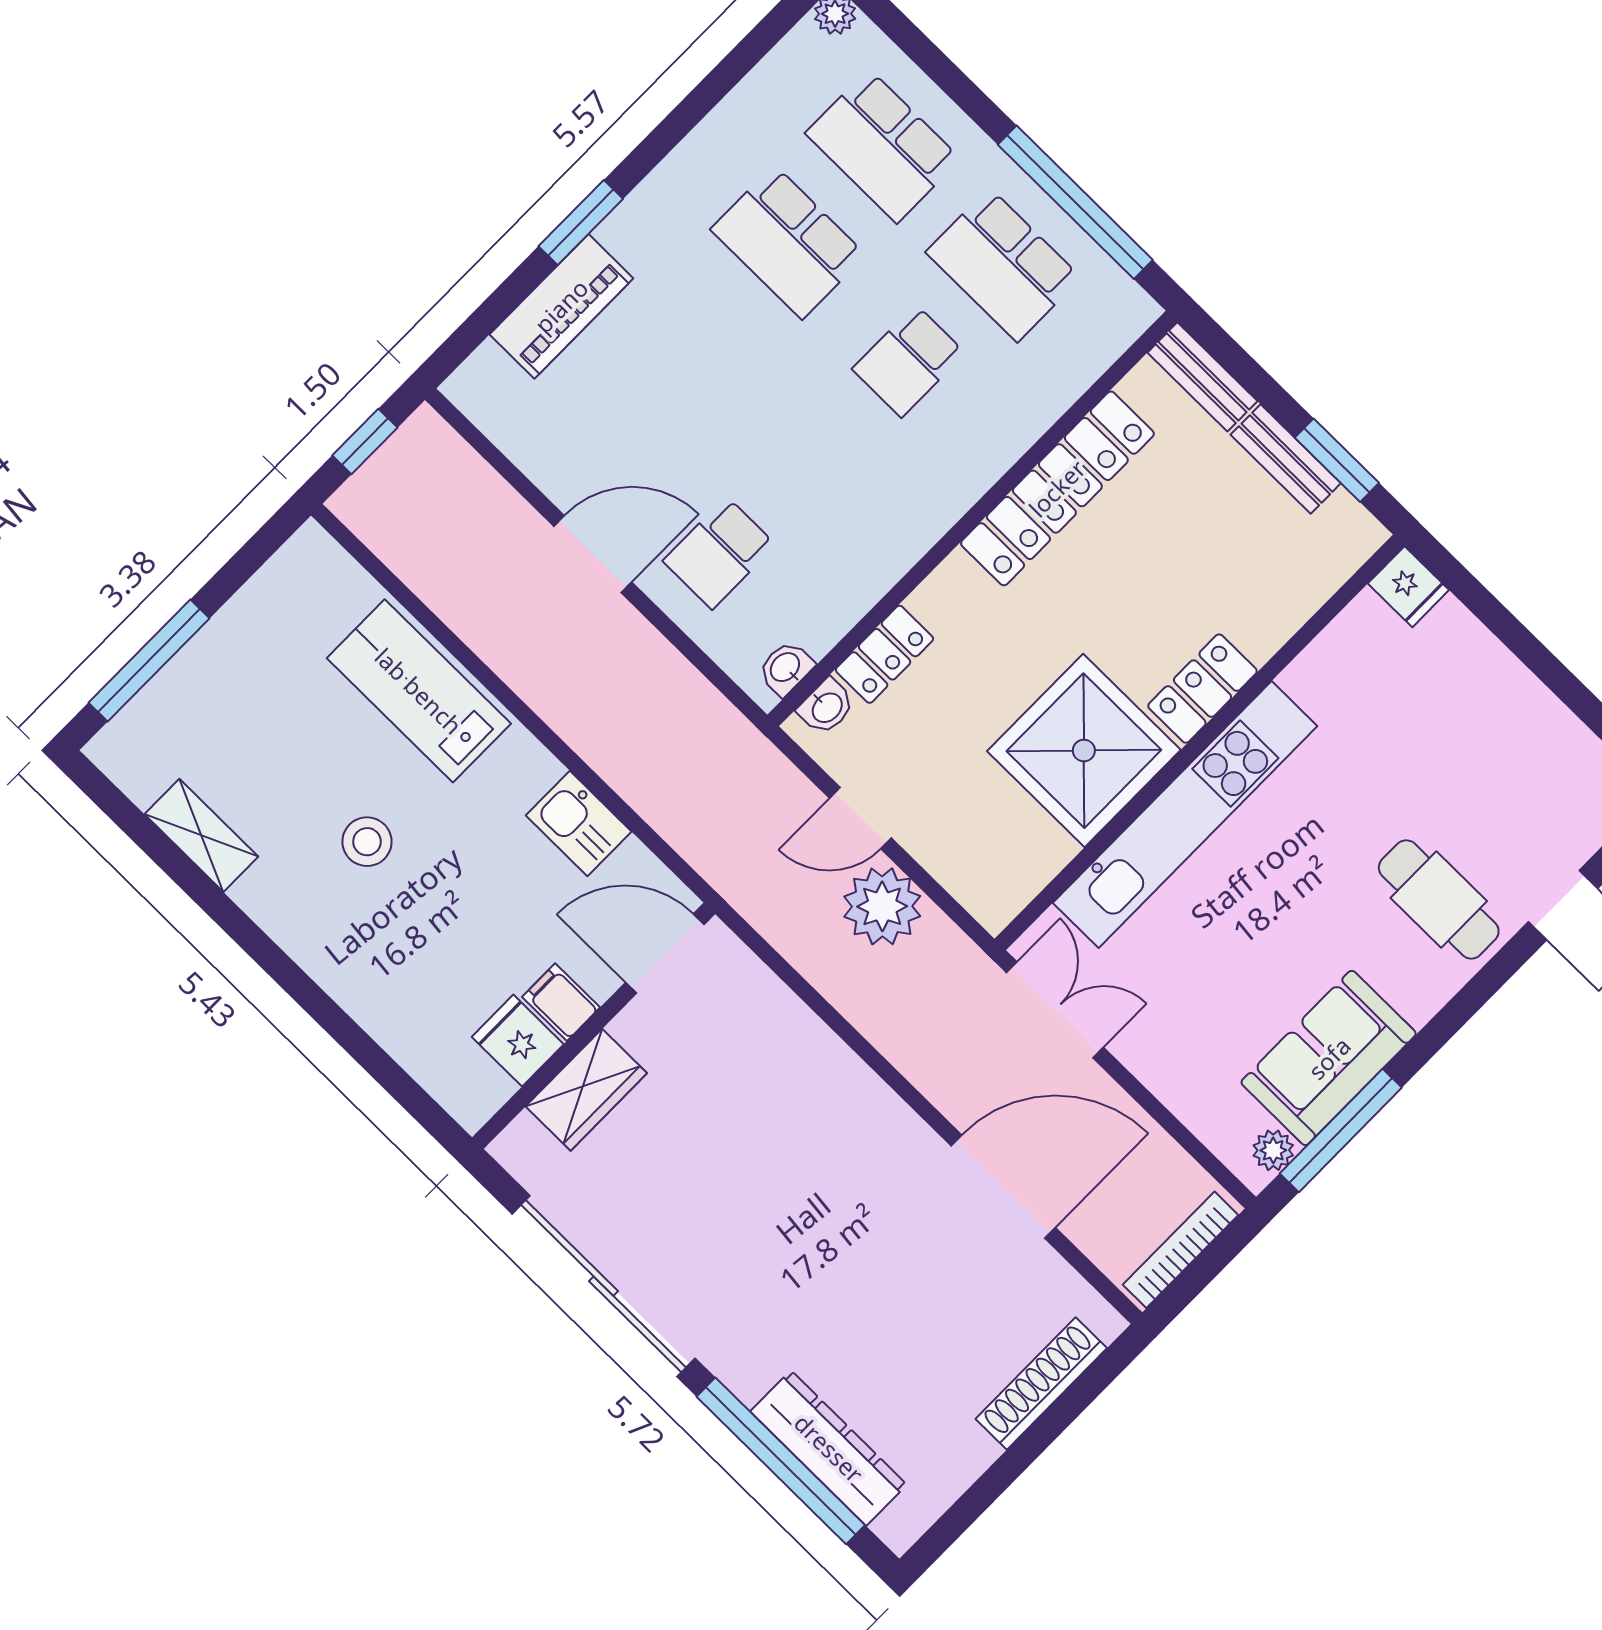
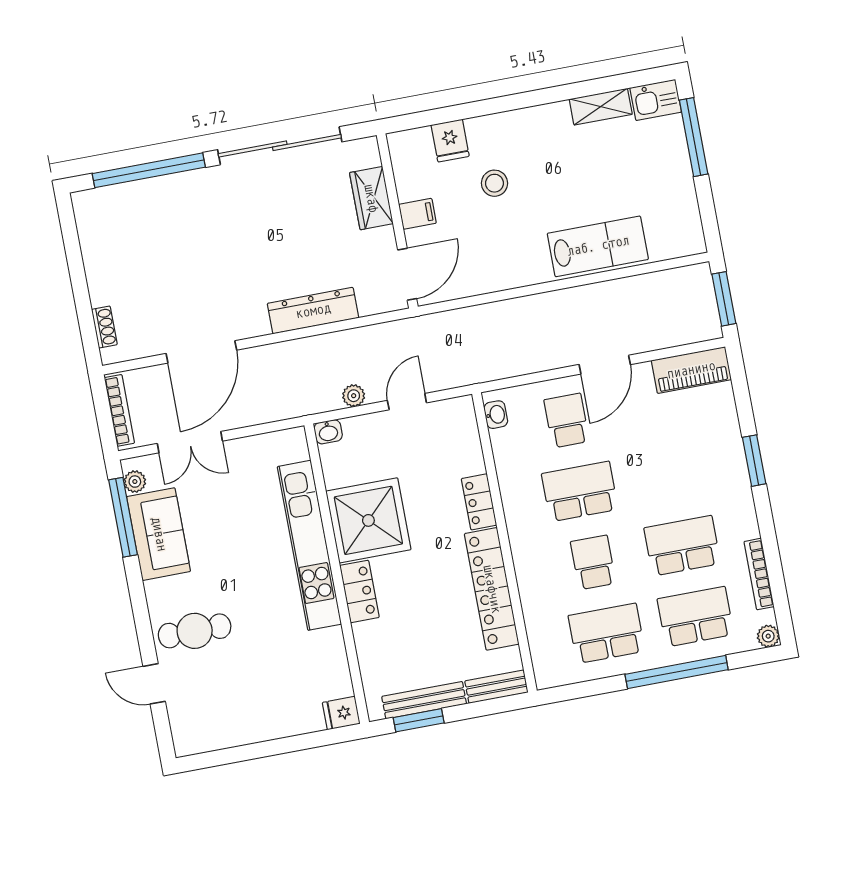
bookcase: (750, 94) -> (759, 574), added
window: (1075, 202) -> (677, 672), moved
piano: (561, 306) -> (691, 370), moved, turned -90
window: (365, 441) -> (724, 299), width x1.50
school desk: (814, 457) -> (580, 491), added
bench: (1286, 459) -> (424, 700), width x1.36
locker: (885, 654) -> (479, 502), moved
washbasin: (826, 707) -> (328, 432), moved, turned -90
kitchen sink: (579, 824) -> (656, 100), moved, turned 180
stool: (367, 842) -> (494, 183), moved
plant: (882, 906) -> (354, 396), width x0.53, depth x0.53
double door: (1055, 1010) -> (190, 442), moved
fridge: (518, 1041) -> (450, 141), moved, turned 90
shoe rack: (1041, 1383) -> (104, 327), width x0.51, depth x0.81
dresser: (829, 1448) -> (313, 311), moved, turned 180

